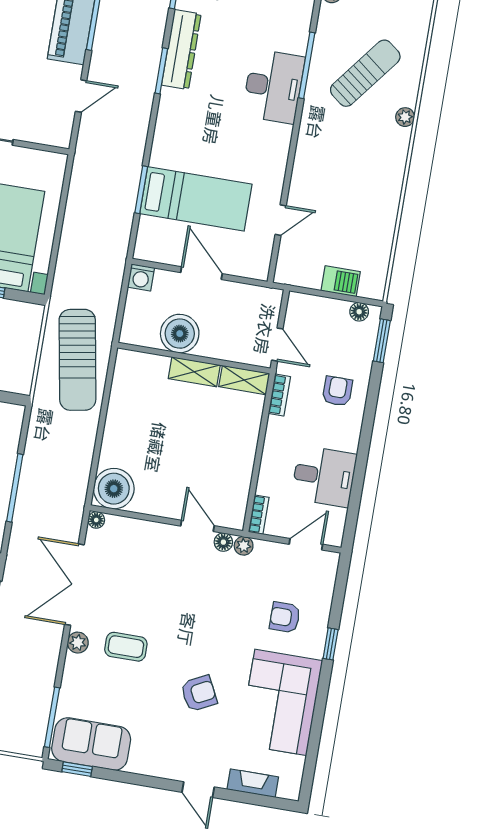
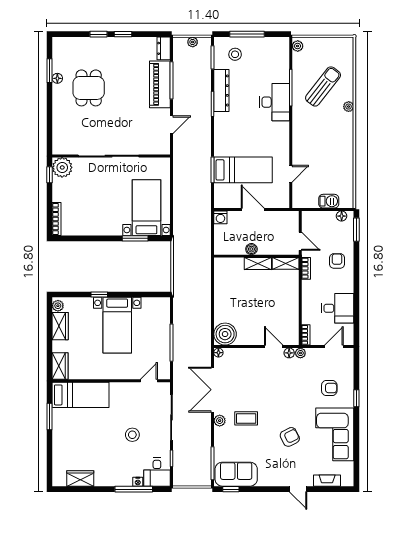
boiler: (180, 334) -> (251, 249), width x0.54, depth x0.54
sun lounger: (77, 360) -> (194, 268), removed
armchair: (285, 617) -> (329, 388), turned 180

